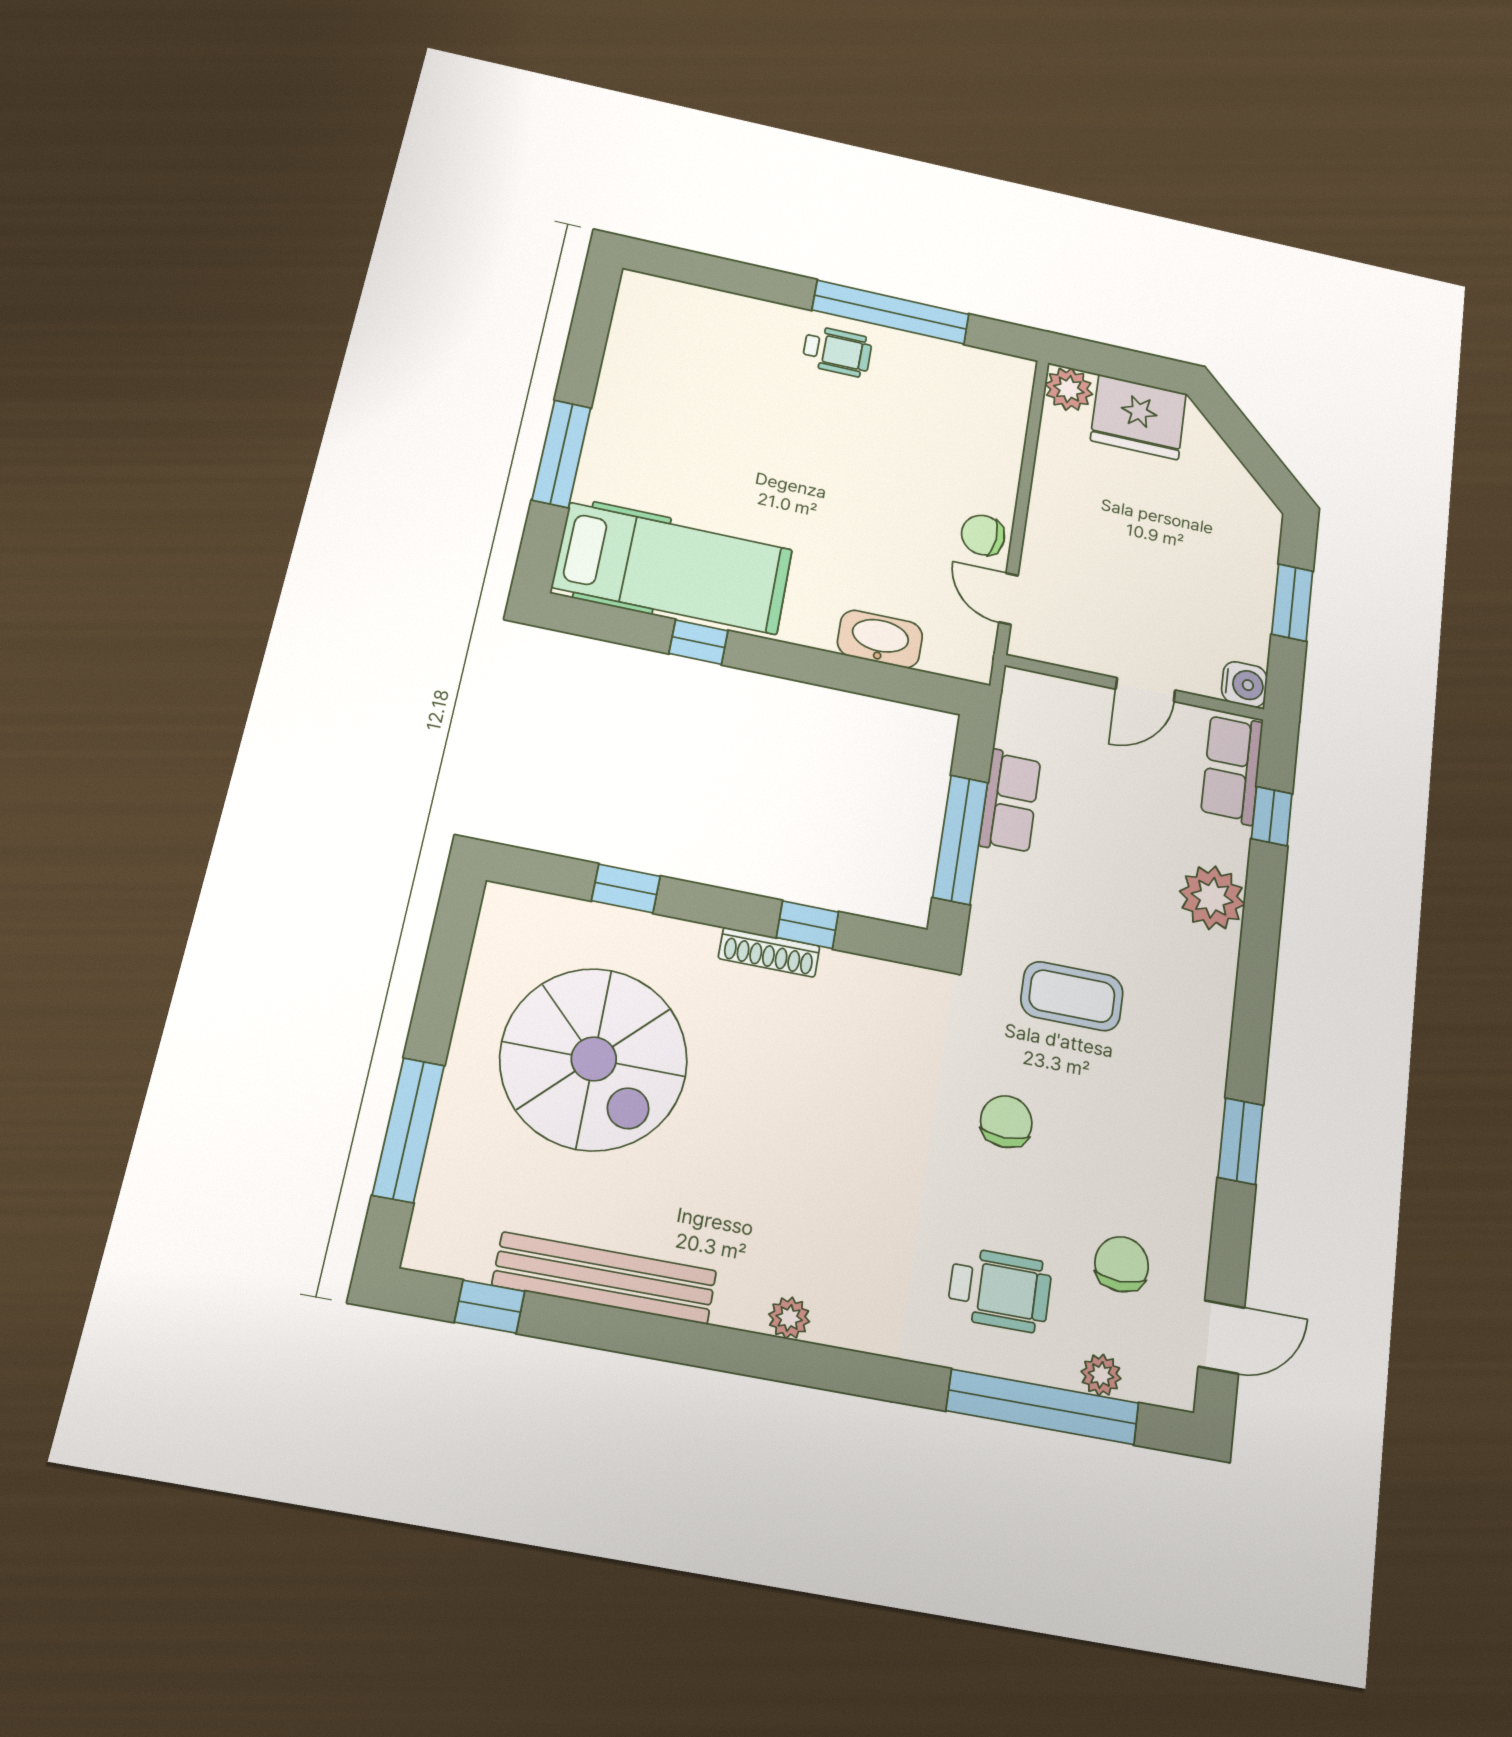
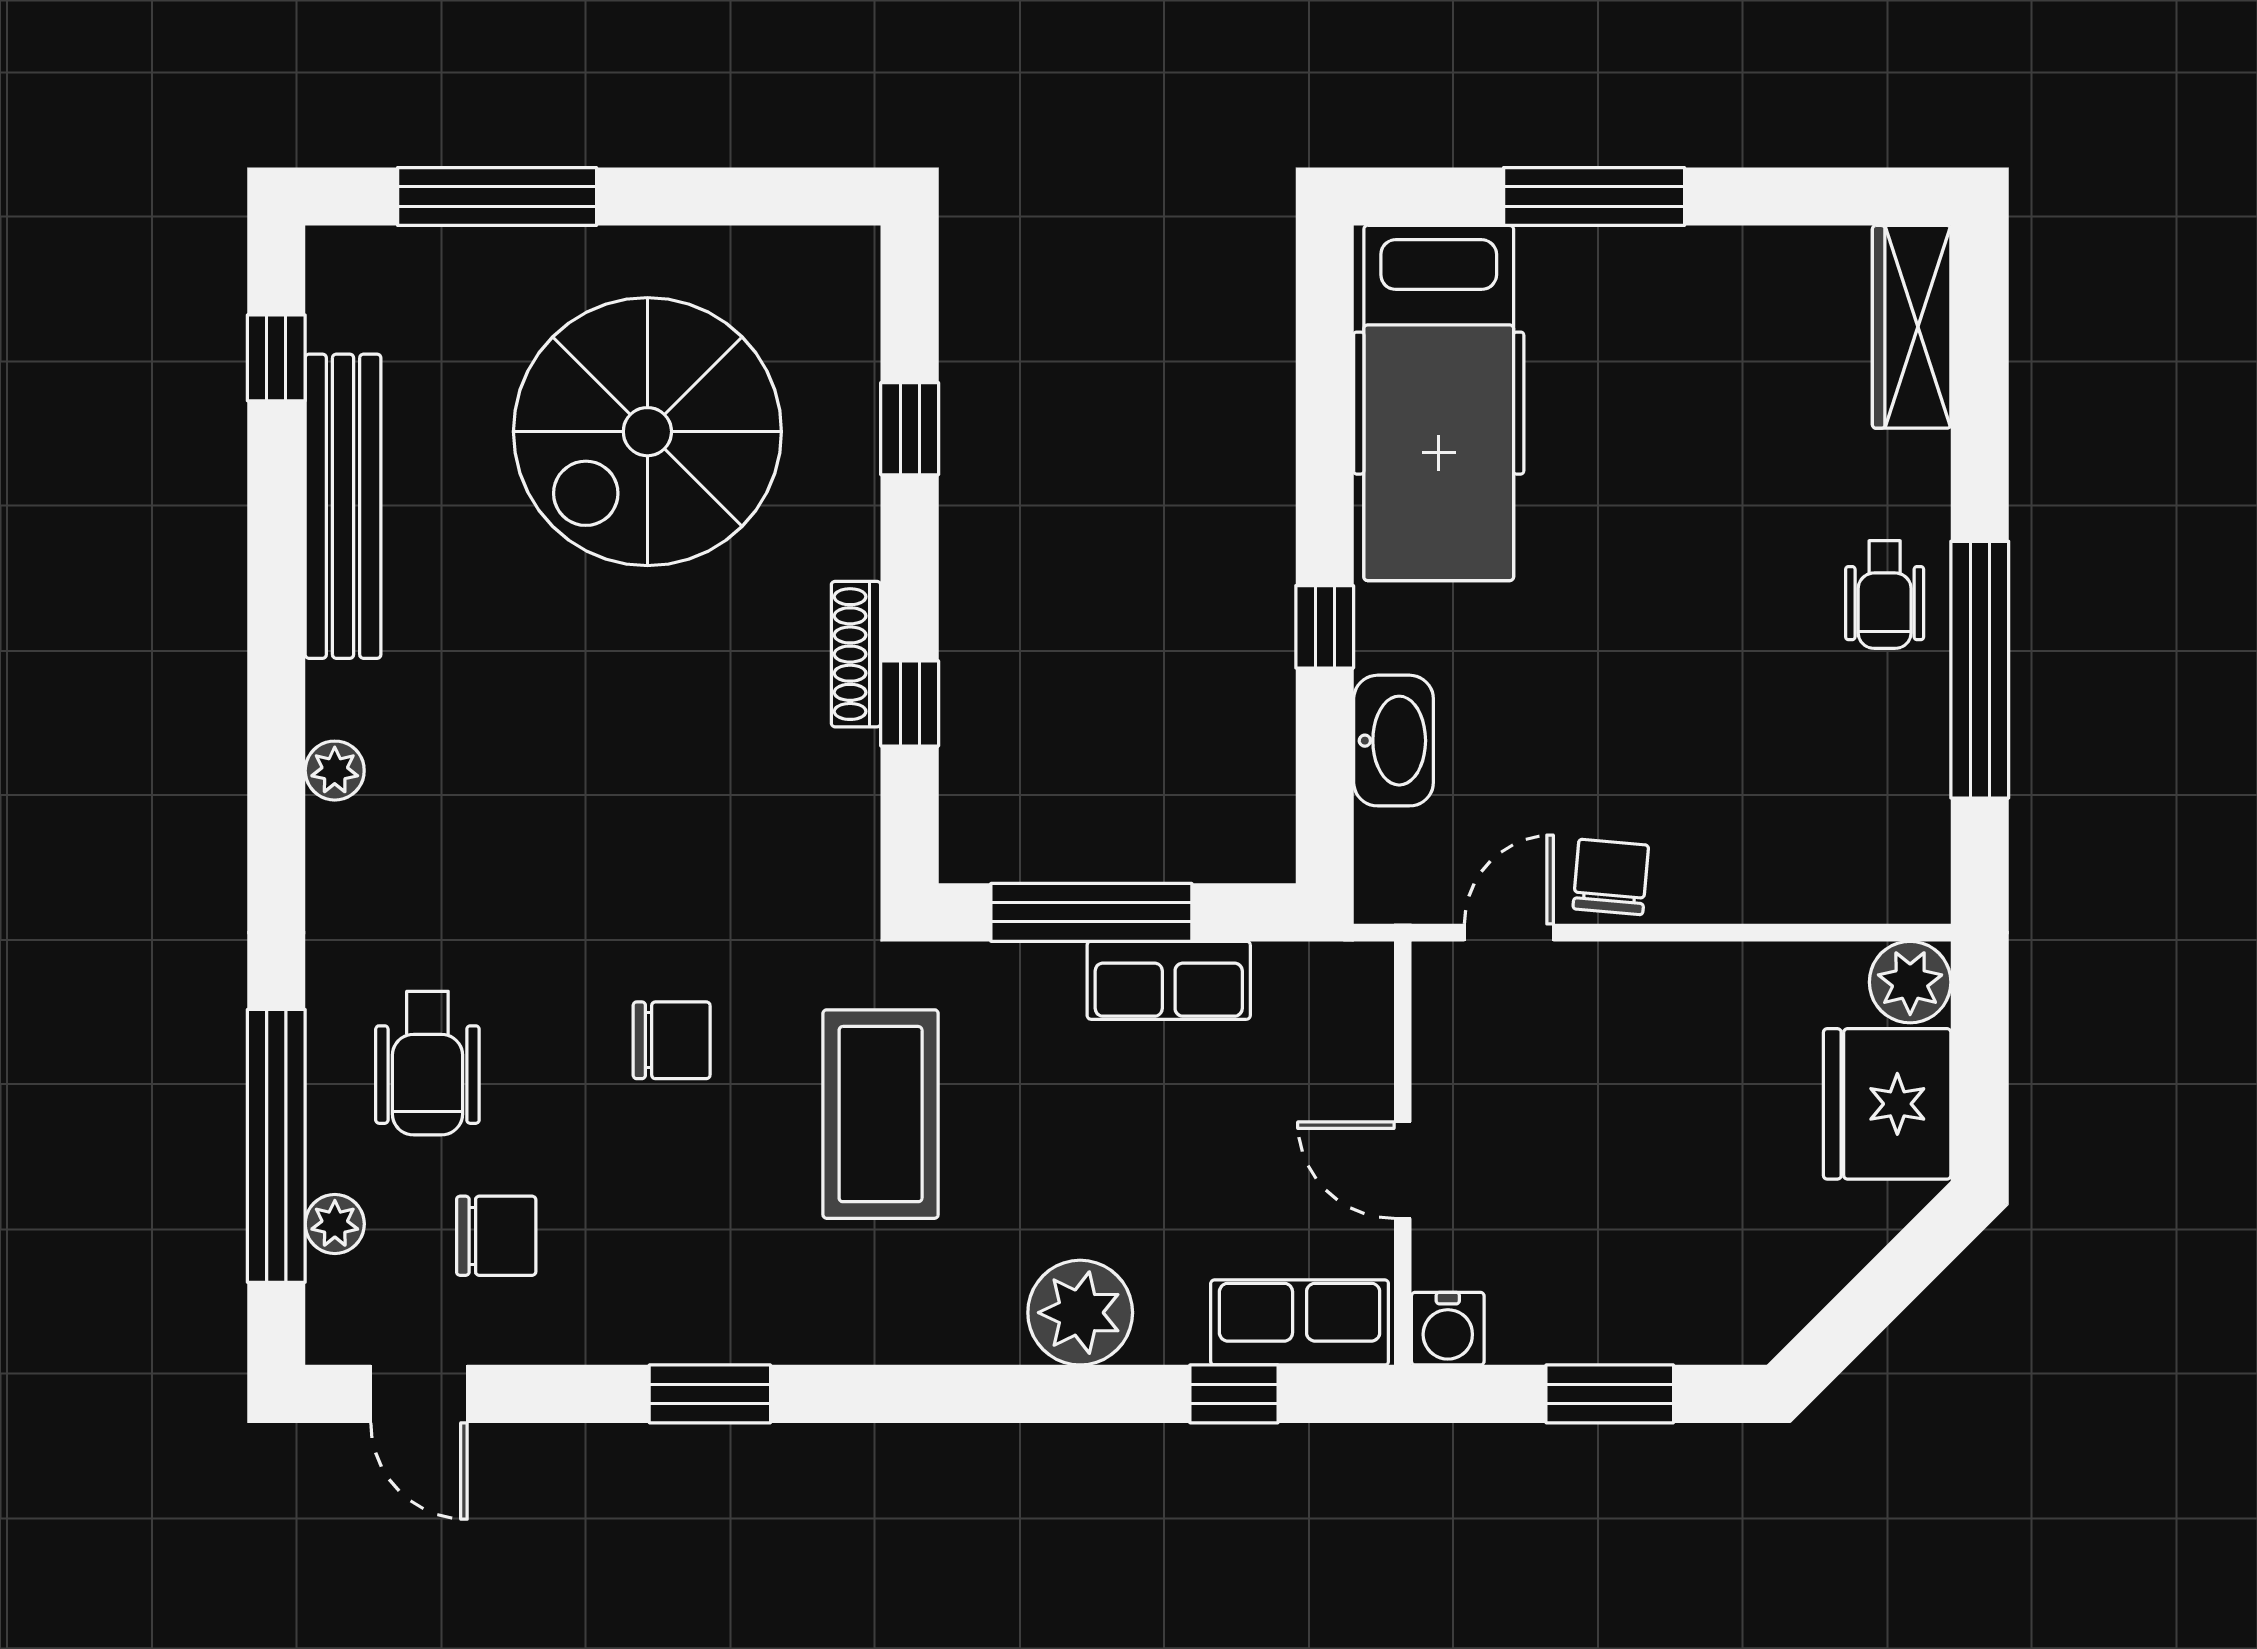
wardrobe: (679, 301) -> (1912, 327), added
window: (698, 642) -> (1325, 627), moved
coffee table: (1072, 996) -> (881, 1114), width x1.36, depth x1.32

